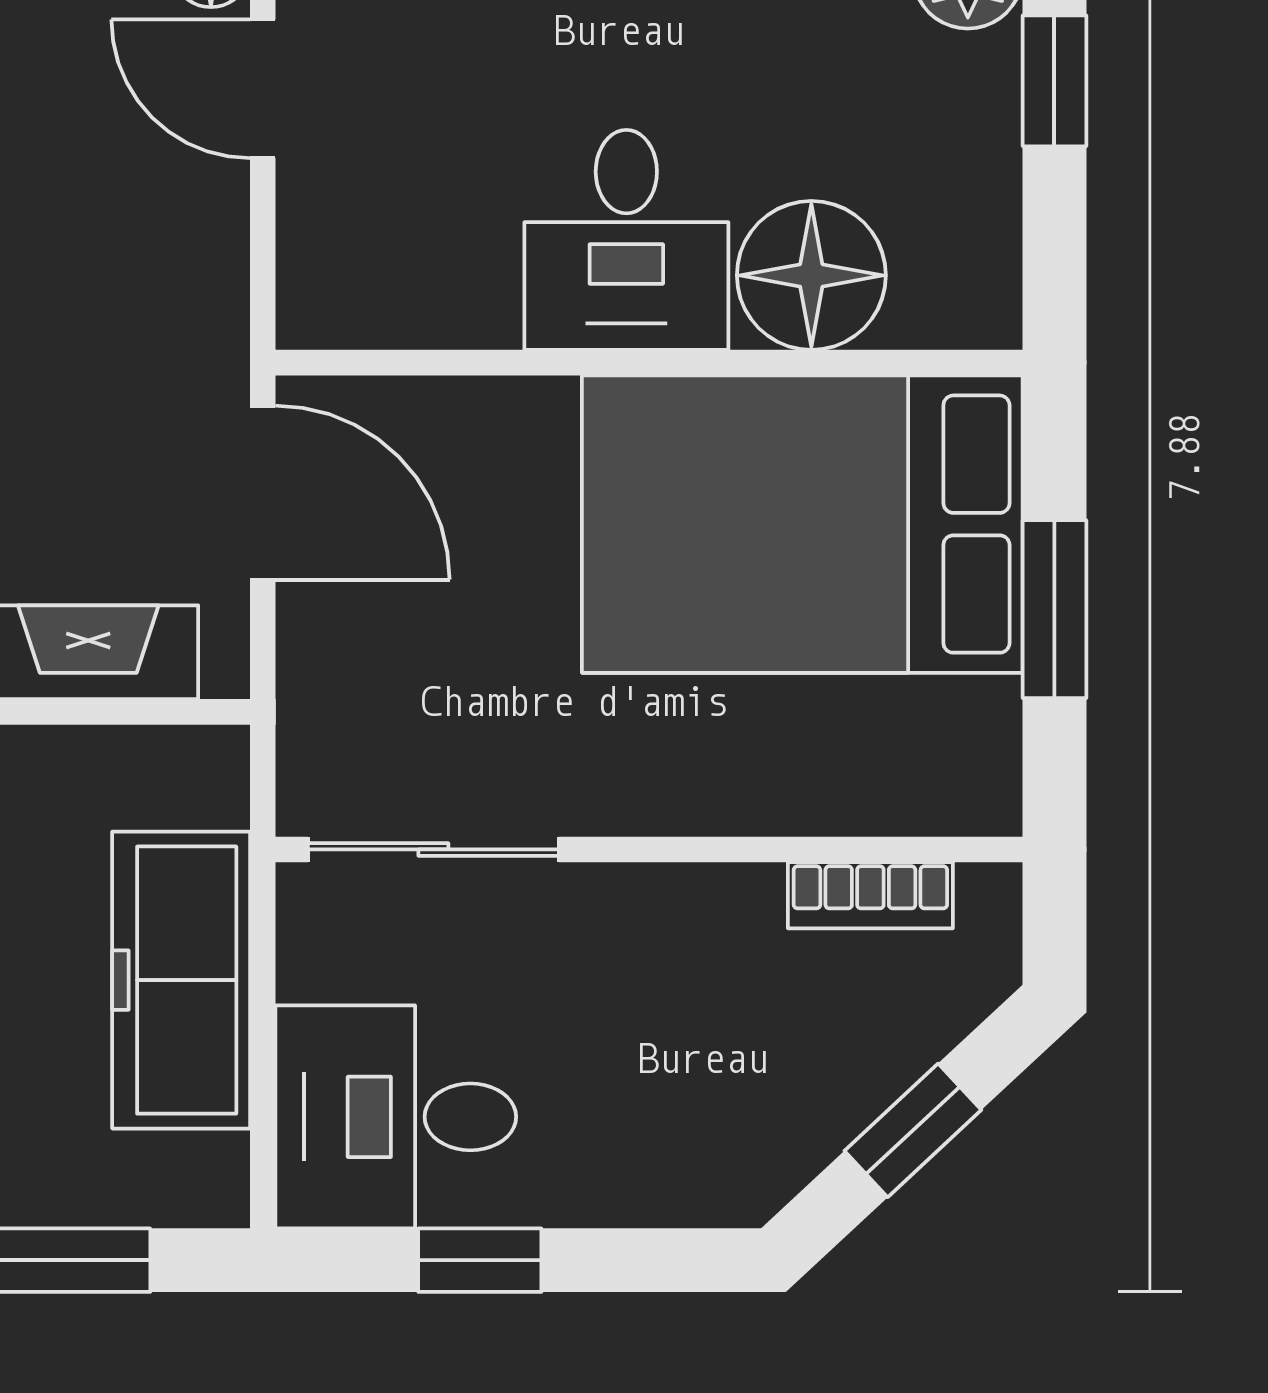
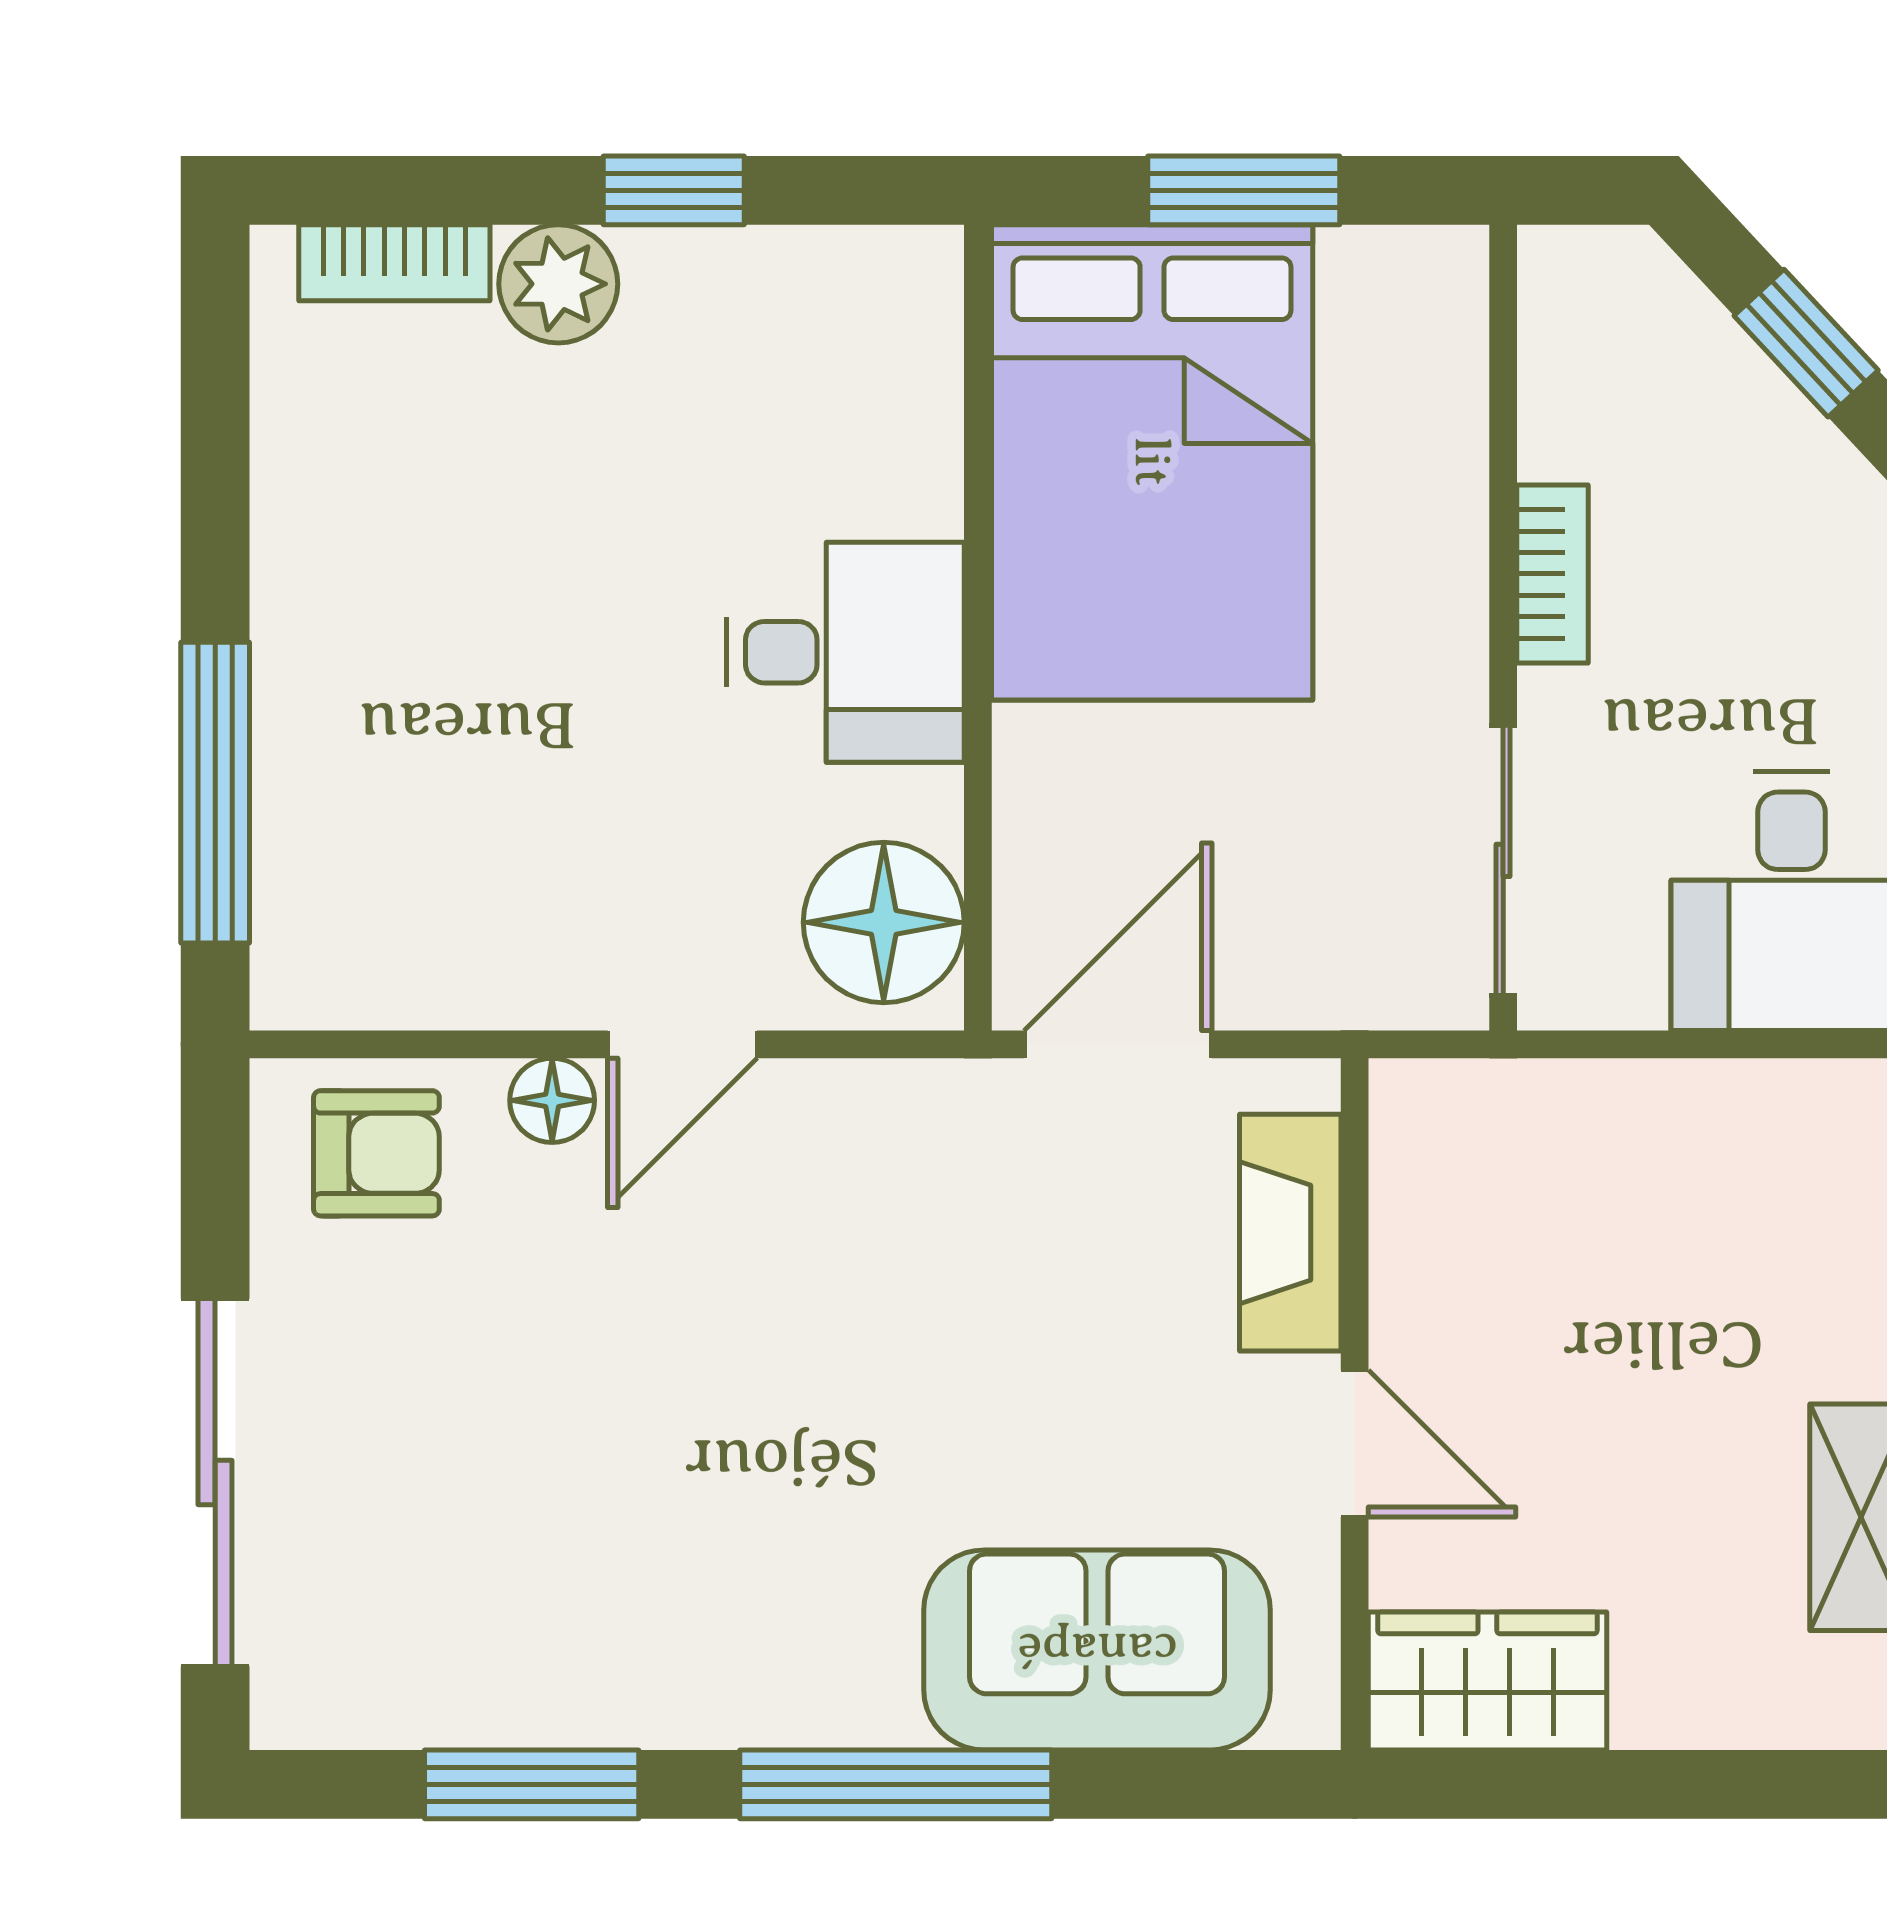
floor lamp: (811, 275) -> (884, 922), moved
bookcase: (870, 895) -> (1552, 574), moved
freezer: (181, 980) -> (1644, 1132), removed

